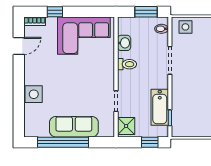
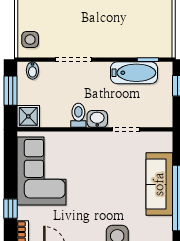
washbasin: (124, 43) -> (97, 119), moved
shower: (126, 126) -> (28, 116), moved

